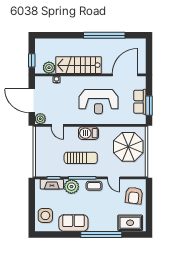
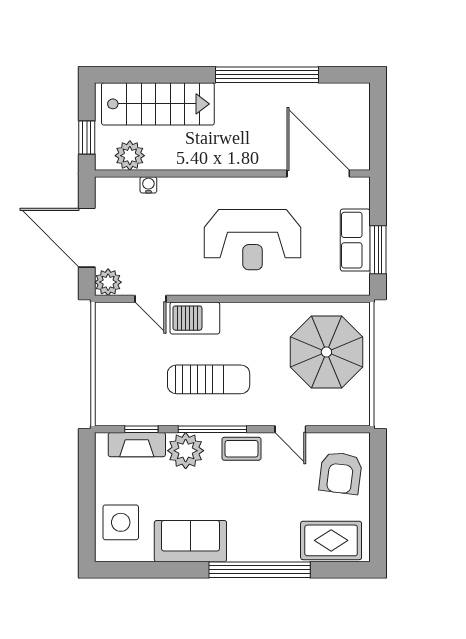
stairs: (79, 65) -> (158, 104), moved, turned 180
door: (125, 75) -> (318, 173), hinge flipped
barbecue: (88, 133) -> (195, 318), moved

